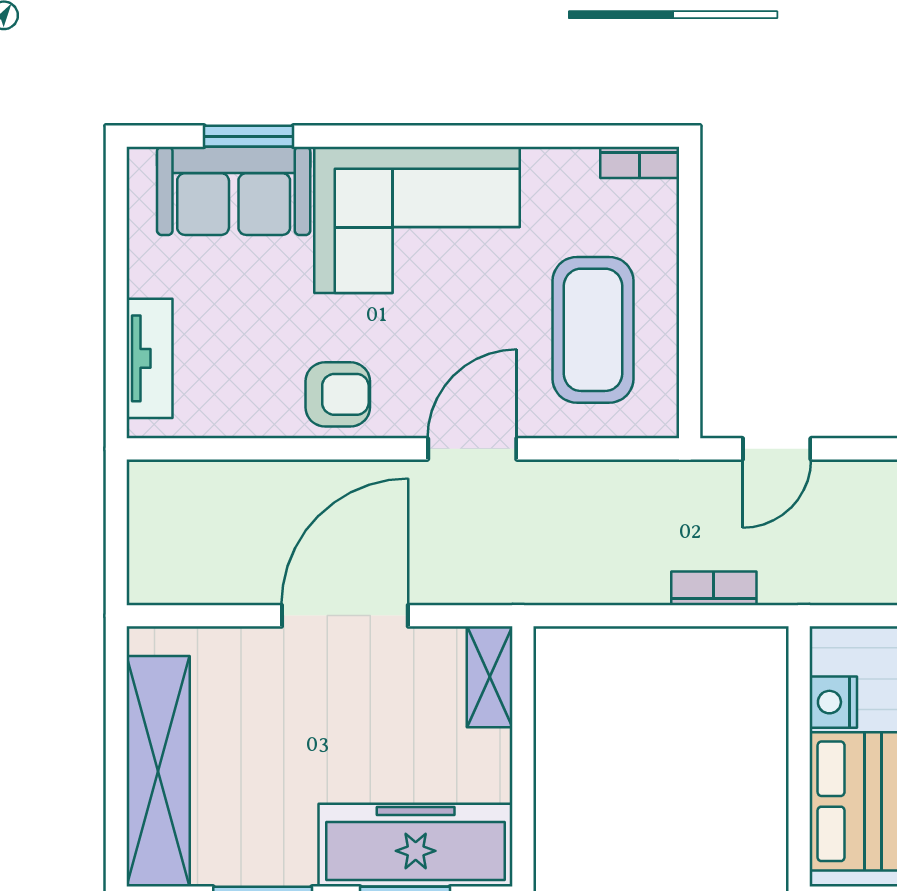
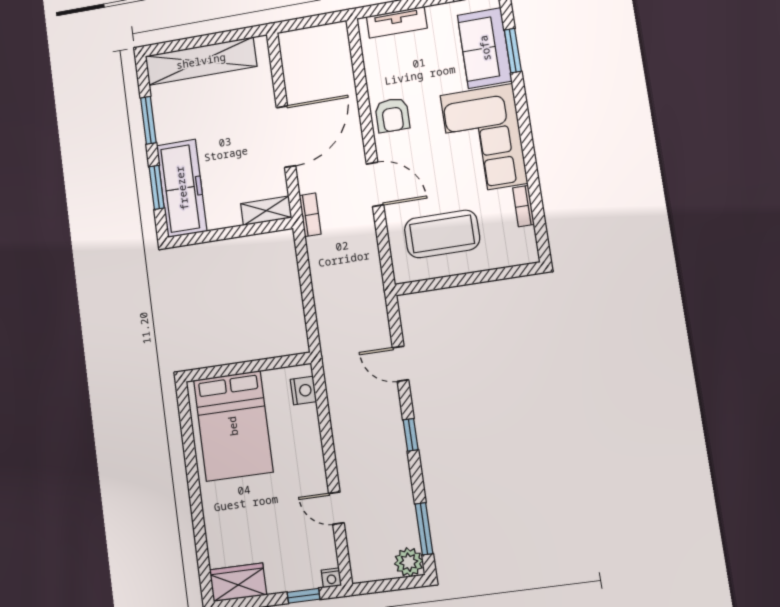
bookcase: (640, 162) -> (523, 206), moved
door: (777, 449) -> (401, 364), moved
bookcase: (714, 588) -> (310, 215), moved
door: (345, 616) -> (286, 137), hinge flipped
nightstand: (833, 702) -> (303, 390), moved, turned 90

